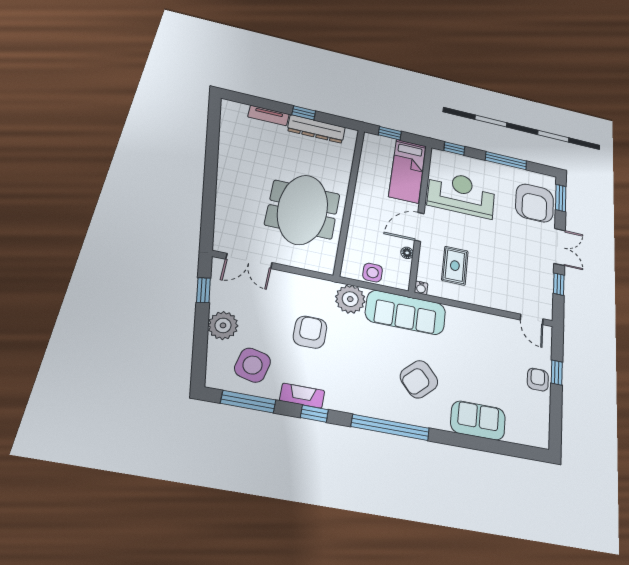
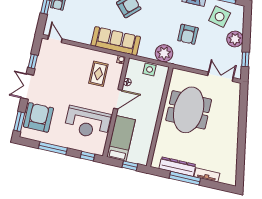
window: (304, 113) -> (185, 178), width x2.17
sofa: (406, 312) -> (116, 41), moved

